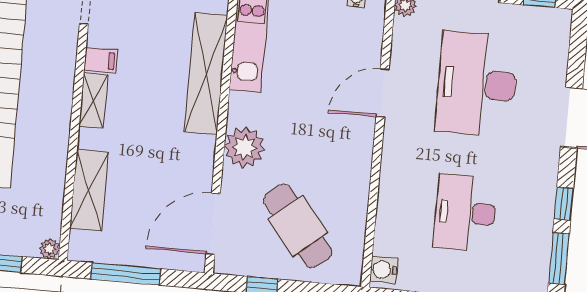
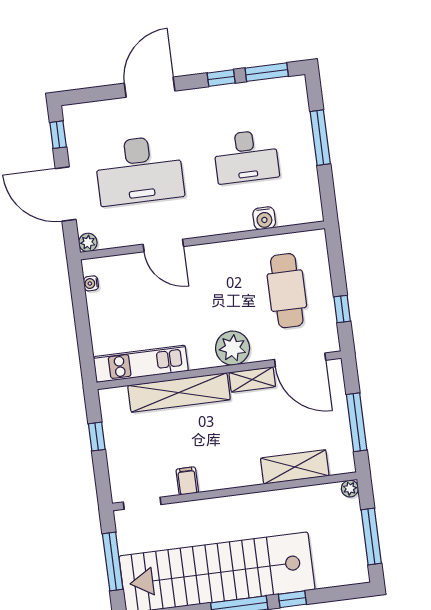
shelving: (93, 100) -> (252, 380), moved
cafe table: (298, 226) -> (287, 291), turned -51
water cooler: (384, 269) -> (264, 218), moved

